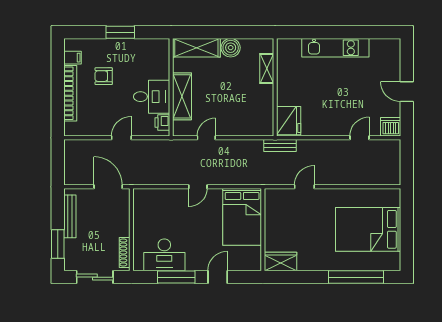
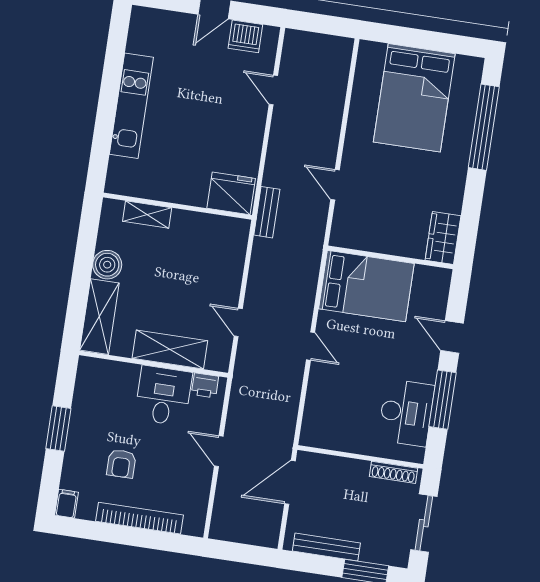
filing cabinet: (73, 58) -> (67, 504), moved
dishwasher: (391, 127) -> (245, 36), moved, turned -90

